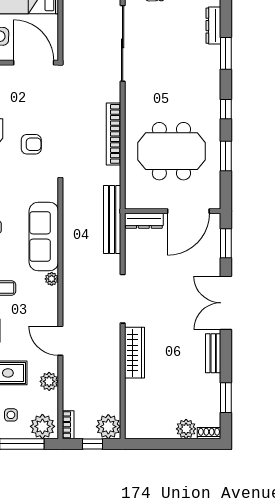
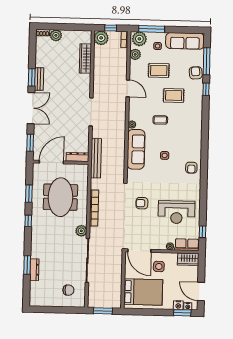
window: (226, 53) -> (27, 265), moved
plant: (134, 94) -> (81, 231), added
meeting table: (171, 151) -> (60, 197), turned 90
wardrobe: (134, 353) -> (85, 59), moved
plant: (49, 381) -> (135, 54), moved
window: (226, 398) -> (32, 77), moved

